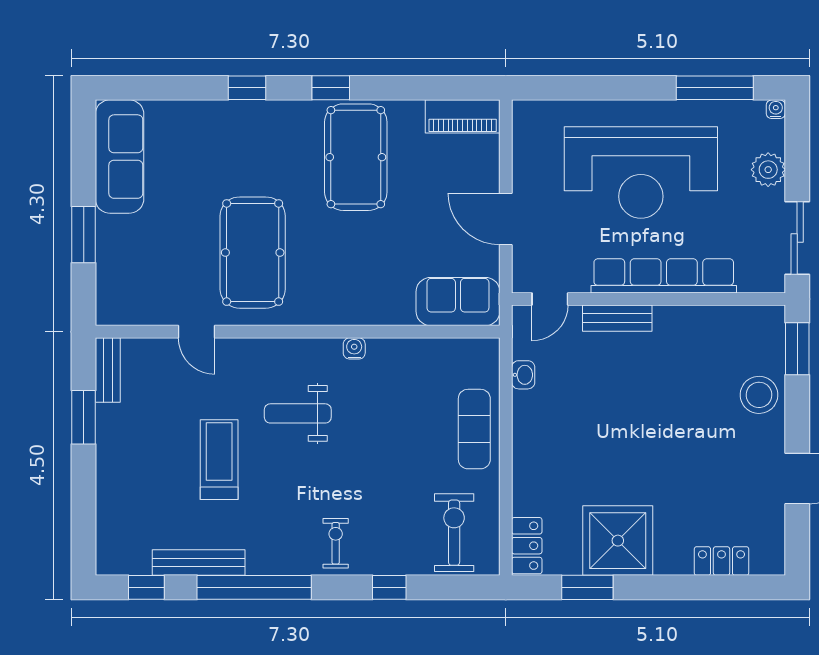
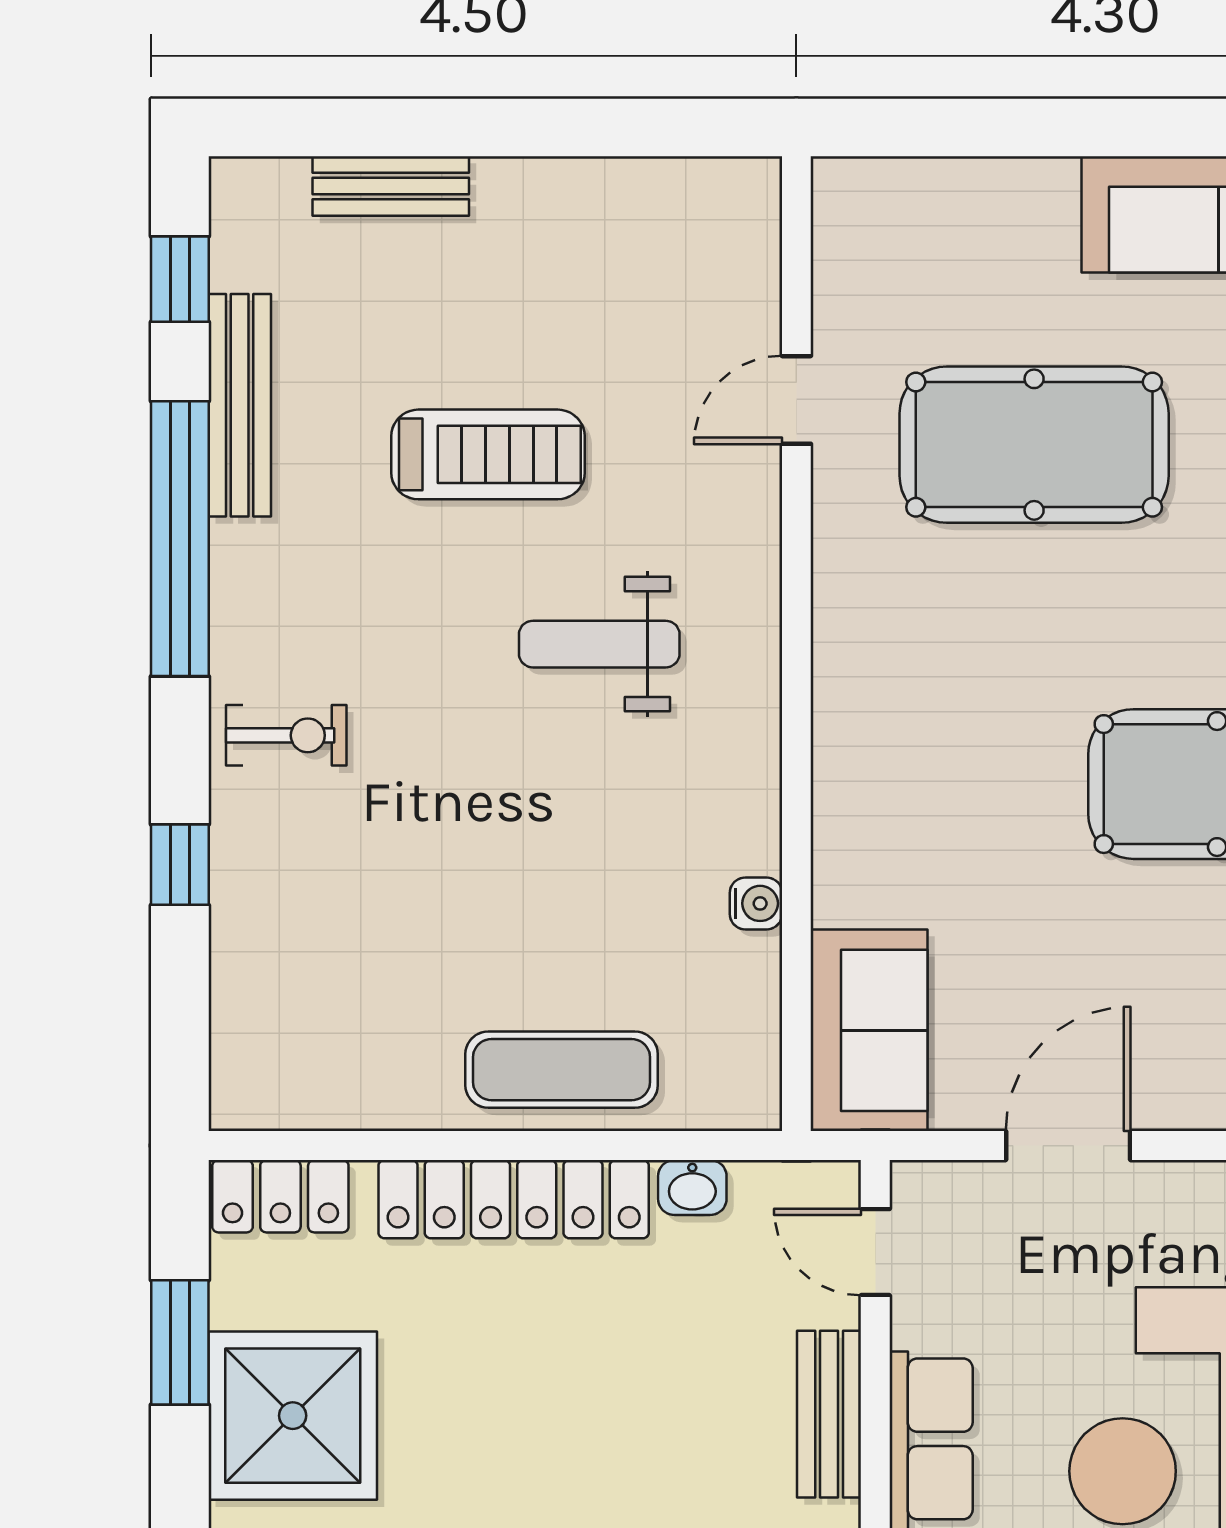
window: (84, 235) -> (1030, 128), removed
pool table: (253, 253) -> (1034, 445), moved
water cooler: (354, 348) -> (756, 903), moved
bench: (108, 370) -> (391, 186), moved
weight bench: (298, 413) -> (599, 644), turned -90
window: (84, 417) -> (590, 128), removed
locker: (528, 449) -> (514, 1199), added
exercise bike: (454, 533) -> (312, 1021), removed

